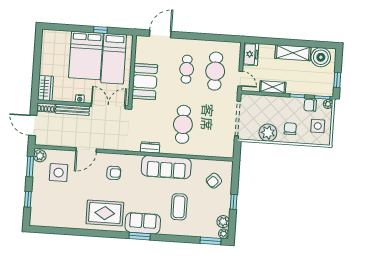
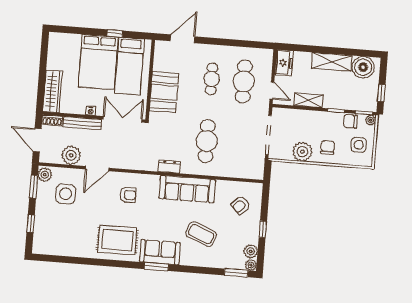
wardrobe: (45, 88) -> (52, 91), width x1.50
plant: (63, 138) -> (71, 155), added
coffee table: (179, 207) -> (201, 234), turned -68

